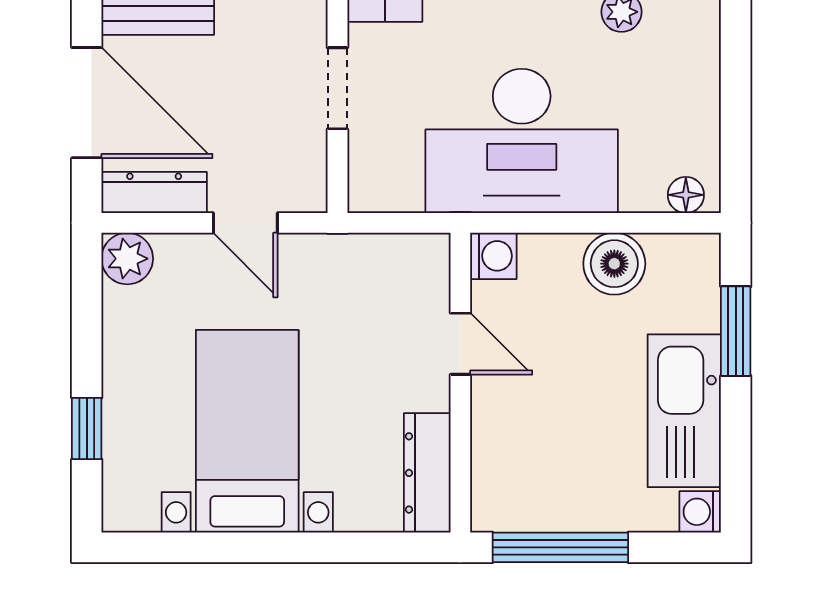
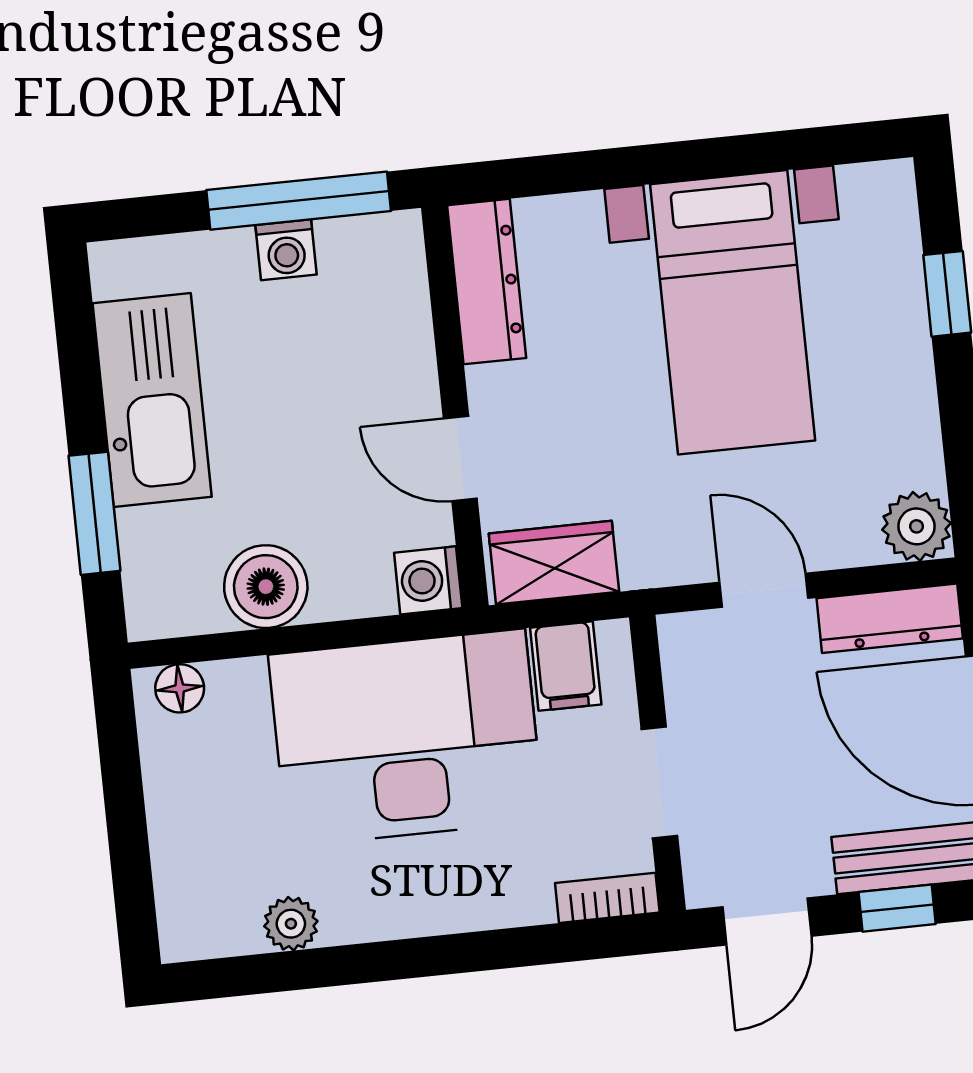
filing cabinet: (398, 182) -> (566, 666), added
wardrobe: (399, 259) -> (554, 563), added
washing machine: (700, 512) -> (286, 250), moved, turned 90

